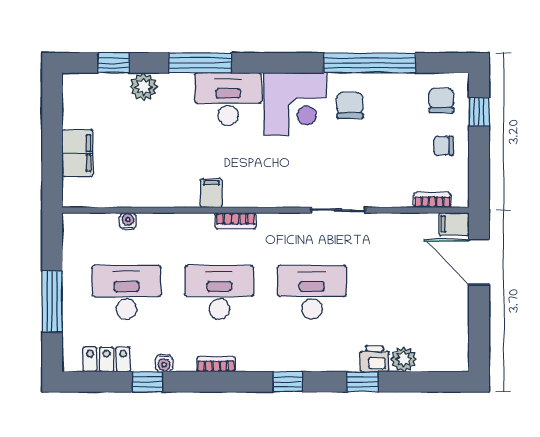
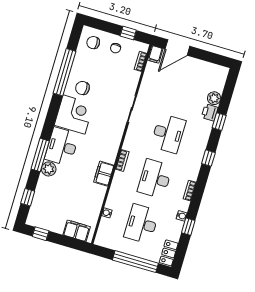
plant: (143, 87) -> (49, 169), moved
window: (52, 107) -> (41, 234), added
window: (479, 112) -> (128, 33), moved
filing cabinet: (78, 153) -> (77, 231), moved
filing cabinet: (211, 193) -> (104, 174), width x2.00
desk: (312, 292) -> (168, 133), turned 180
window: (52, 302) -> (135, 262), width x1.46
locker: (107, 359) -> (169, 253), moved

